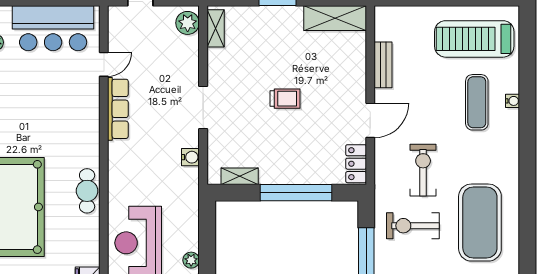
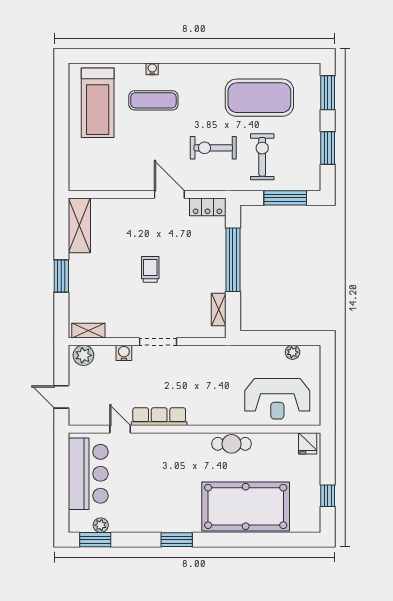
bench: (383, 65) -> (120, 183), removed
water cooler: (190, 157) -> (124, 353), moved
exercise bike: (413, 226) -> (262, 157), turned 180

